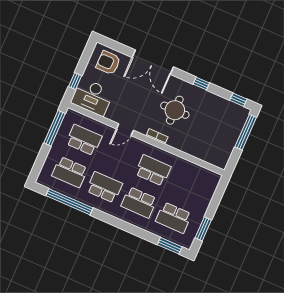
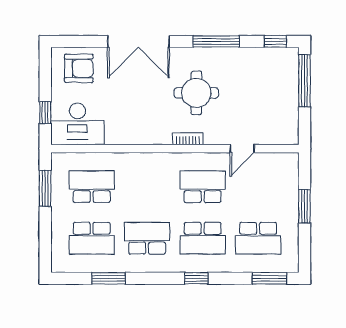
armchair: (108, 63) -> (79, 68), turned 180
window: (201, 83) -> (216, 41), width x2.17
window: (54, 128) -> (45, 188), width x0.69
door: (125, 130) -> (242, 149), moved
window: (69, 202) -> (109, 278), width x0.47
window: (124, 226) -> (196, 278), added
window: (203, 229) -> (305, 206), moved

